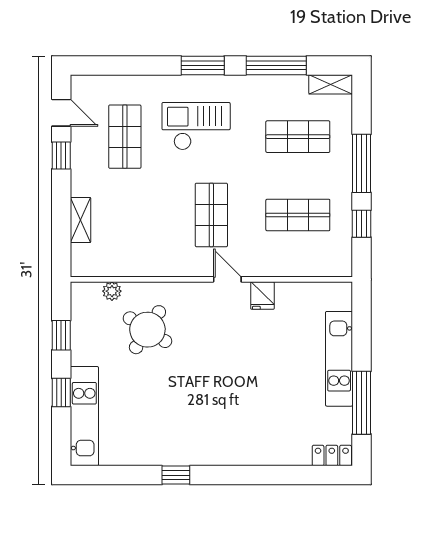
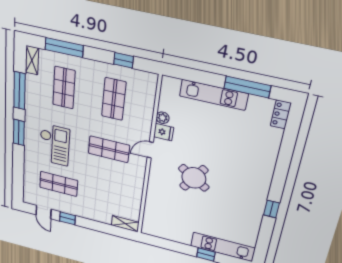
door: (61, 113) -> (44, 212), swing flipped
checkout: (196, 126) -> (54, 145), turned 180
window: (362, 163) -> (64, 47), moved
shelving: (80, 220) -> (125, 224), moved
plant: (112, 291) -> (163, 118), moved
round table: (147, 330) -> (194, 178), moved
window: (61, 335) -> (172, 246), removed

